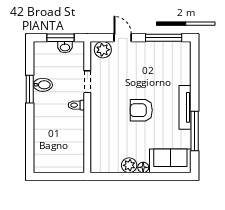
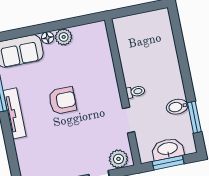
washbasin: (65, 47) -> (168, 149), width x1.91, depth x1.45
window: (30, 89) -> (194, 117), moved

